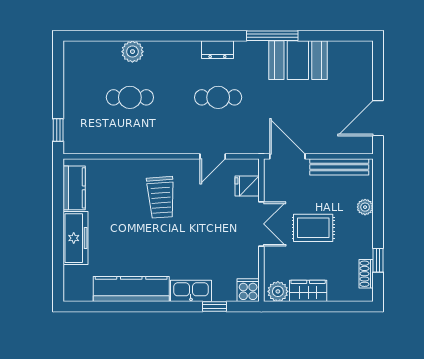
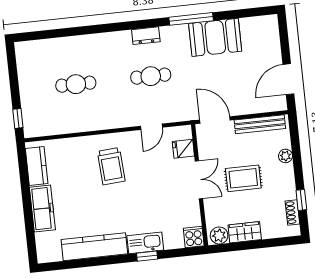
plant: (132, 52) -> (74, 45), removed
window: (215, 306) -> (147, 256), moved

